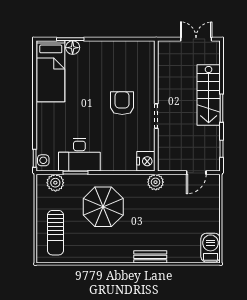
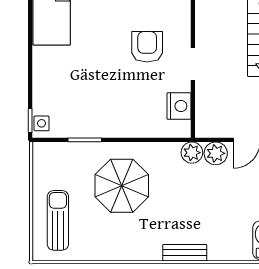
desk: (79, 155) -> (90, 116), removed
nightstand: (146, 161) -> (179, 106), moved
plant: (55, 183) -> (216, 153), moved
sun lounger: (55, 233) -> (58, 220), turned 180

